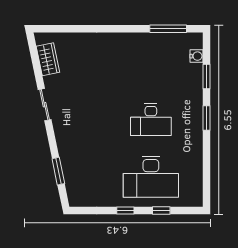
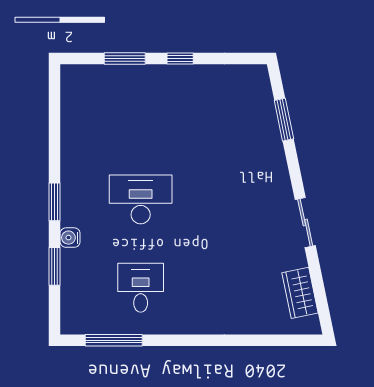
water cooler: (196, 56) -> (70, 238), moved
desk: (151, 177) -> (141, 288), moved, width x0.53, depth x0.77
window: (161, 211) -> (125, 59), width x1.50

